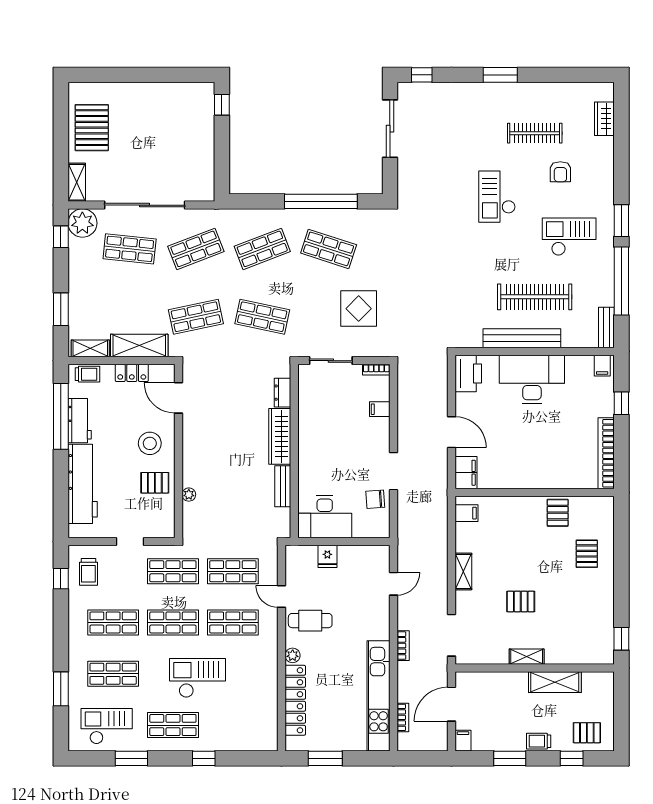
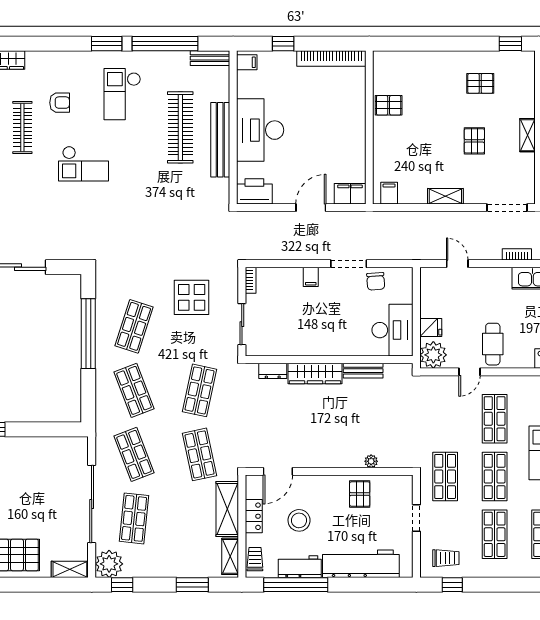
filing cabinet: (380, 409) -> (311, 277), moved
stool: (150, 443) -> (299, 520), moved
pallet: (587, 554) -> (480, 83), moved
shop shelf: (233, 571) -> (445, 419), removed
plant: (293, 655) -> (433, 355), moved, width x1.87, depth x1.87

